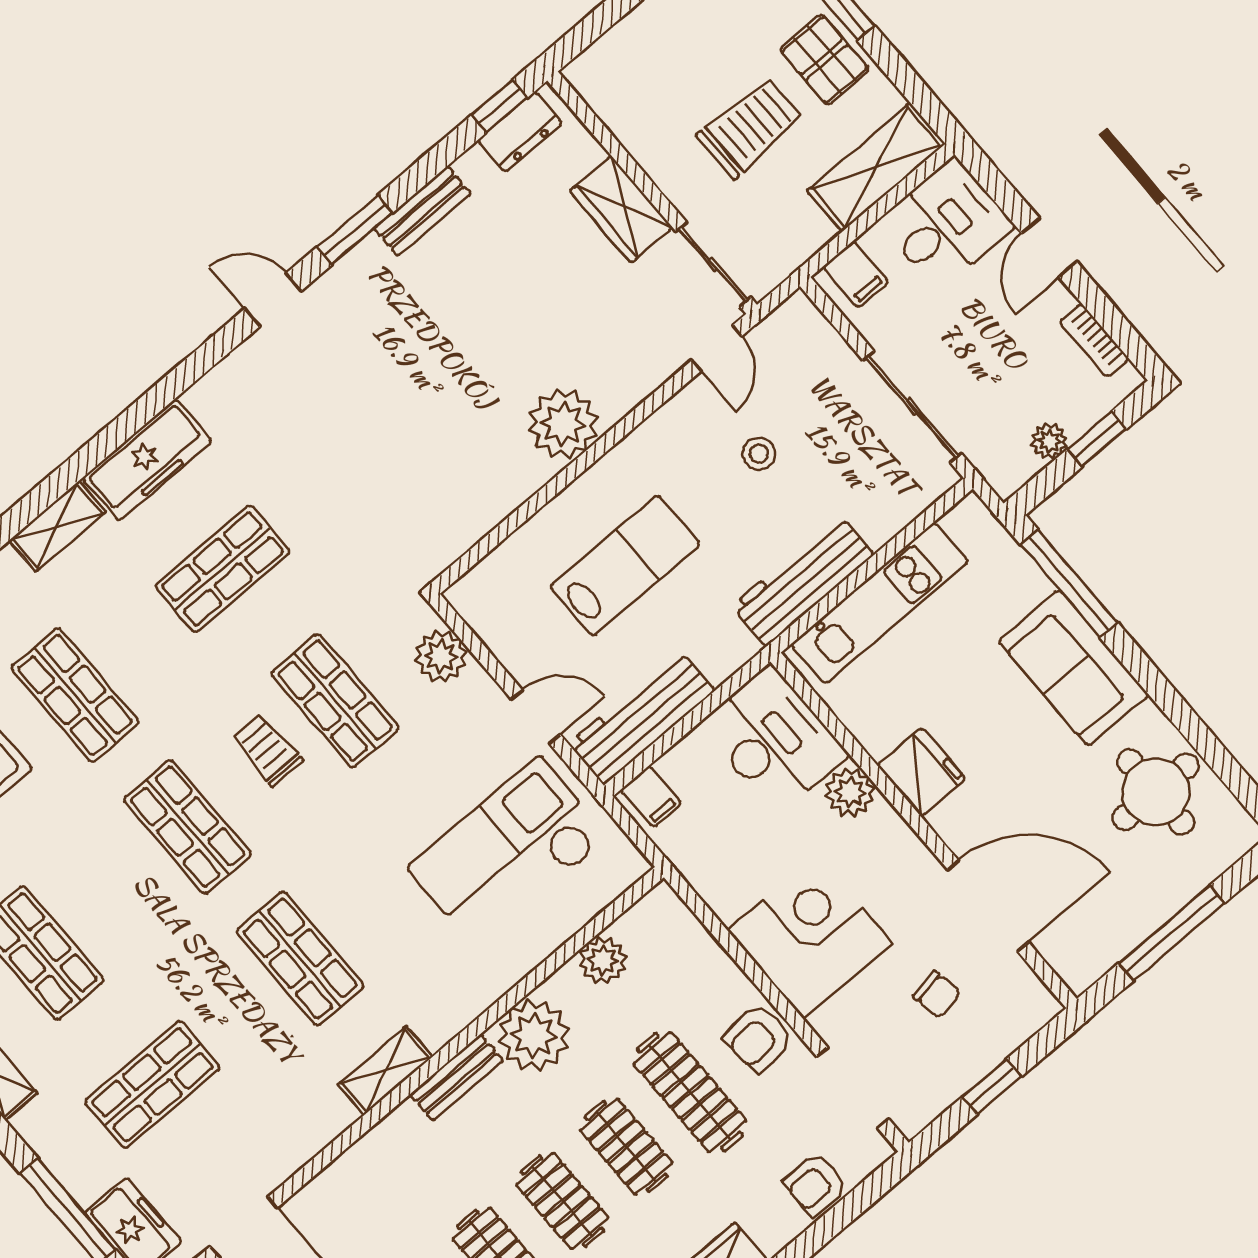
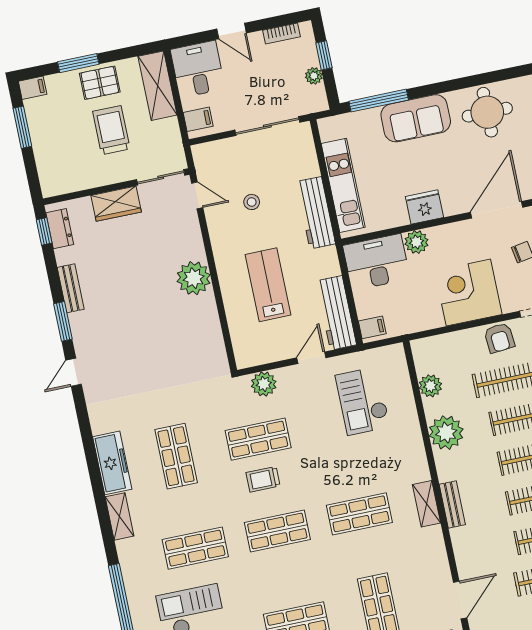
checkout: (508, 853) -> (363, 401), width x0.73, depth x0.83
bench: (457, 1078) -> (452, 504), moved

